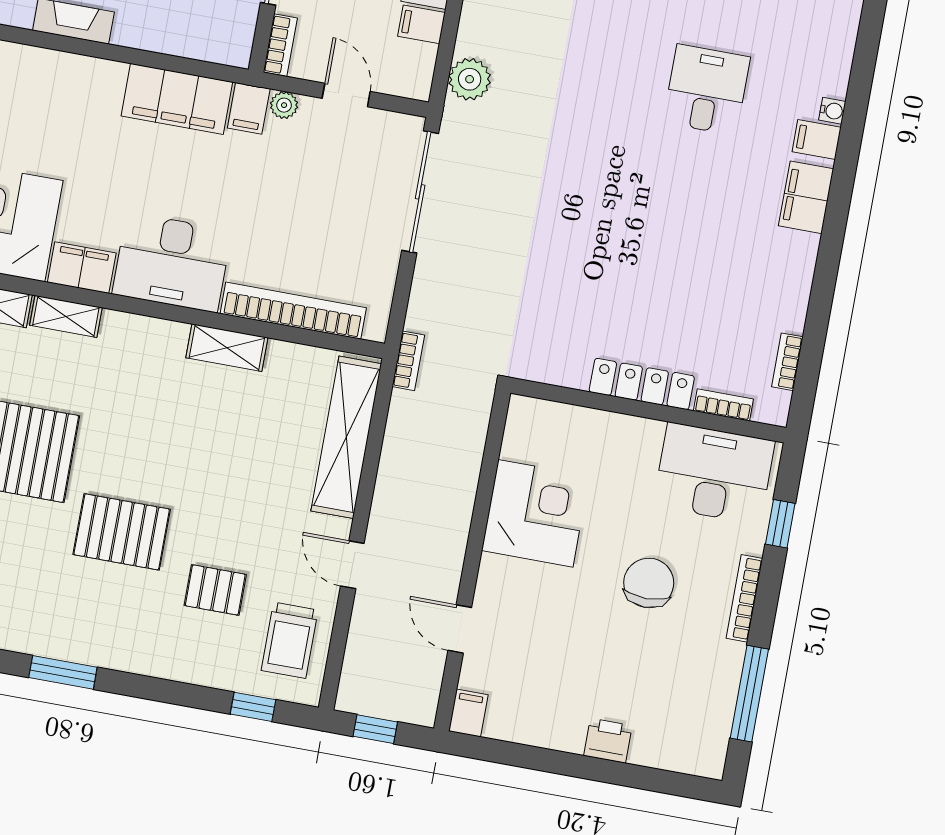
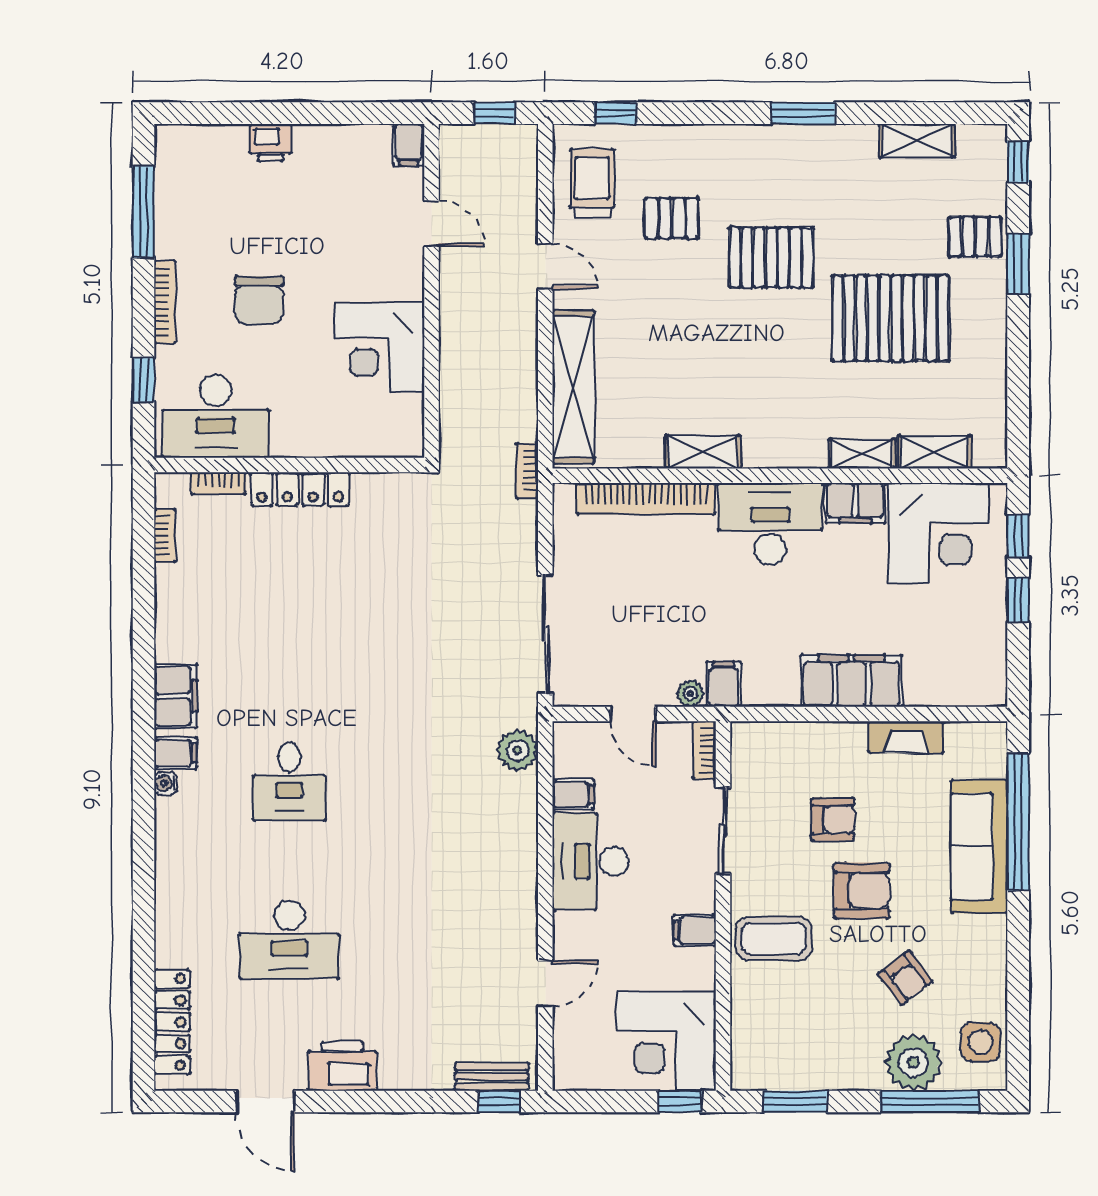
filing cabinet: (177, 99) -> (851, 681), moved

